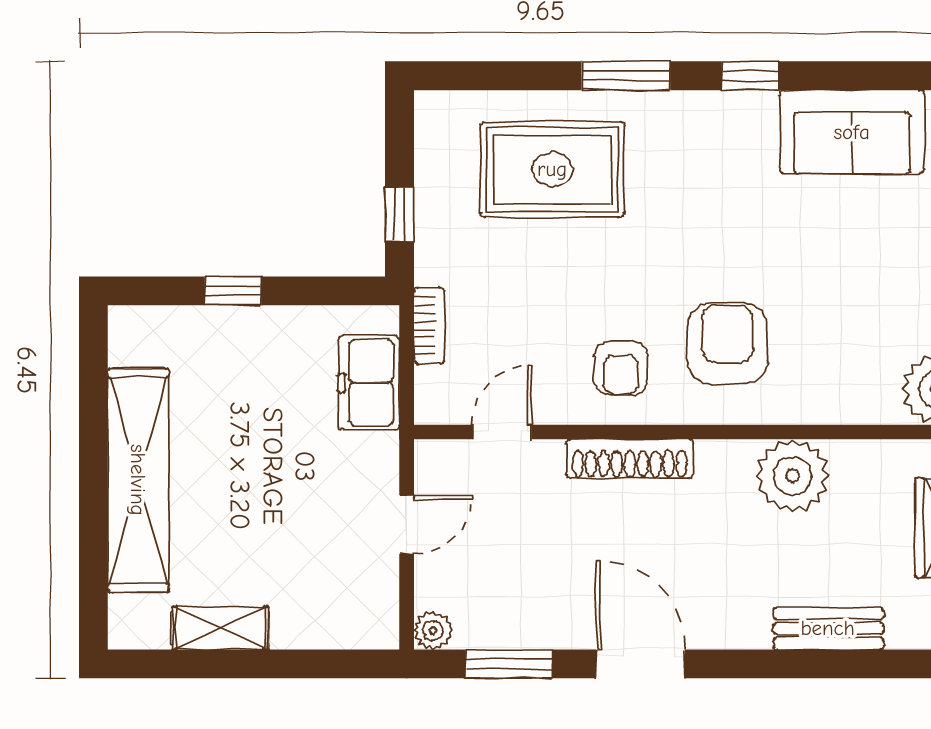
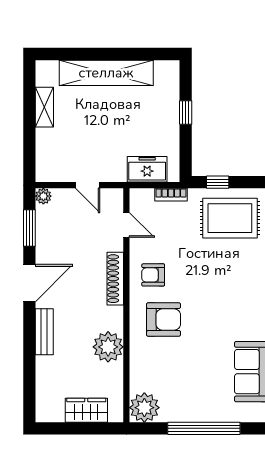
rug: (552, 169) -> (230, 218), moved, turned 90
bench: (828, 628) -> (44, 332), moved

